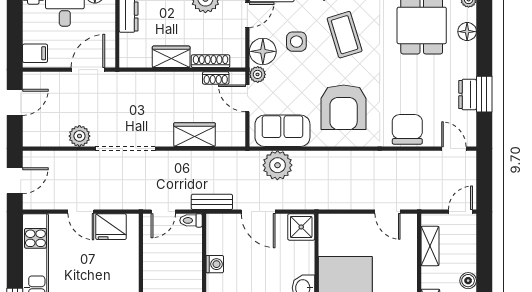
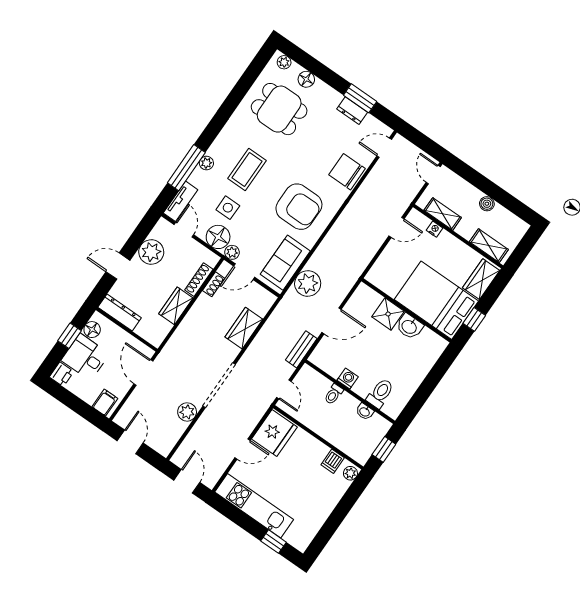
coffee table: (345, 35) -> (247, 169), turned -73
toilet: (191, 220) -> (334, 394), moved
fridge: (111, 227) -> (274, 433), width x1.36, depth x1.34
shower: (301, 227) -> (388, 314), moved
nightstand: (410, 248) -> (435, 229), added

